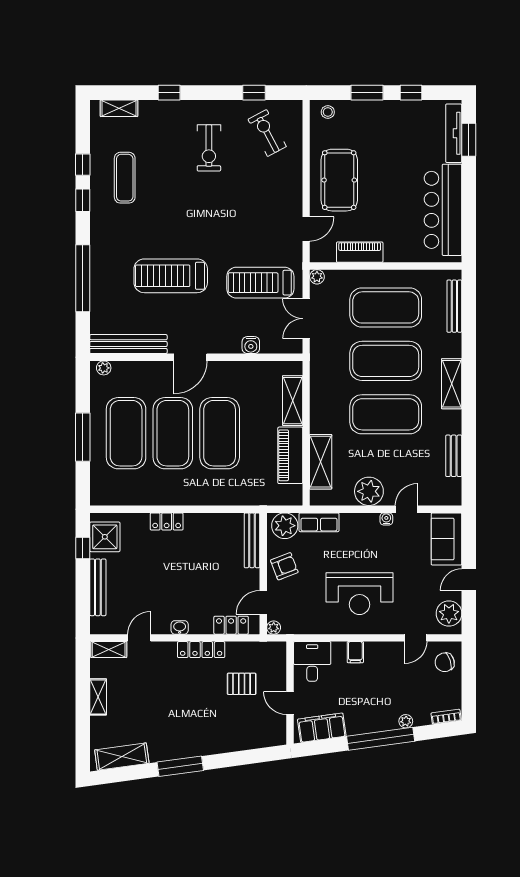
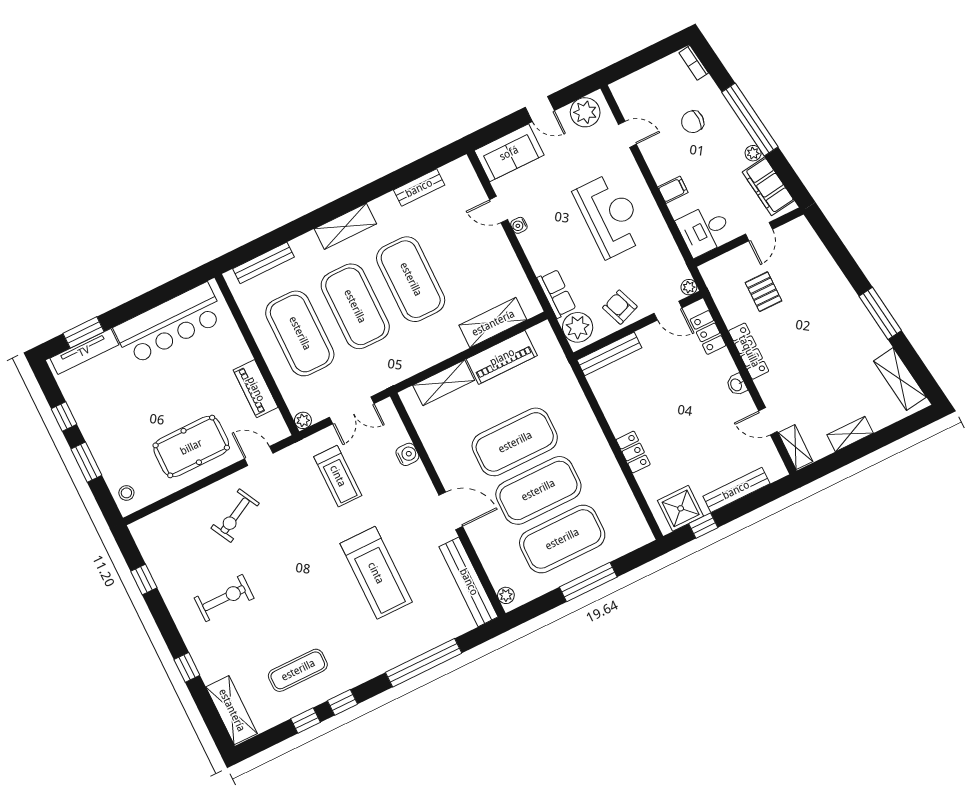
shelving: (119, 108) -> (232, 710), width x1.50, depth x1.33
exercise bike: (267, 133) -> (235, 516), moved
treadmill: (260, 283) -> (338, 476), width x0.73, depth x0.73
plant: (369, 491) -> (499, 257), removed
chair: (445, 662) -> (693, 122), moved, turned 107
plant: (406, 721) -> (753, 153), moved

